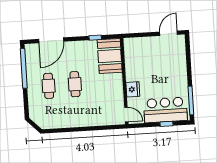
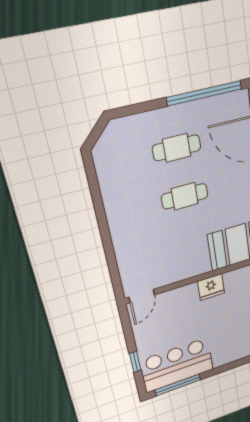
fridge: (133, 89) -> (211, 287), moved
bar counter: (165, 110) -> (177, 365), moved, turned -90

